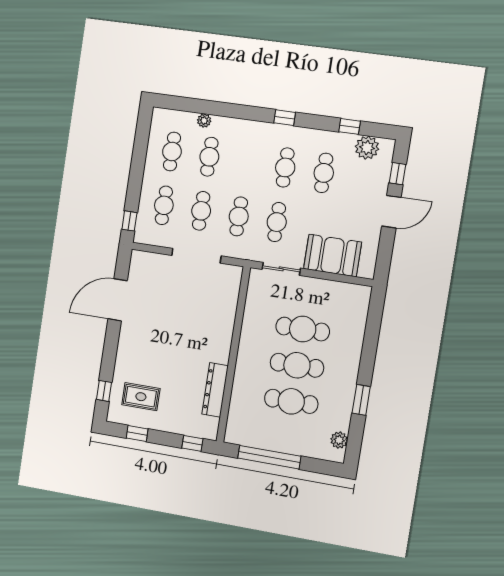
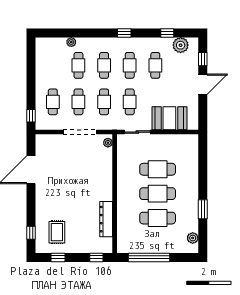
cafe table: (172, 151) -> (104, 65), moved
plant: (235, 278) -> (108, 143), added
rug: (141, 397) -> (57, 232), turned 90

